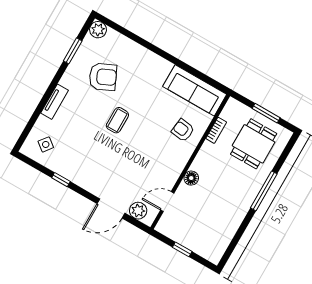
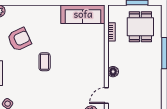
armchair: (183, 130) -> (90, 44), removed

